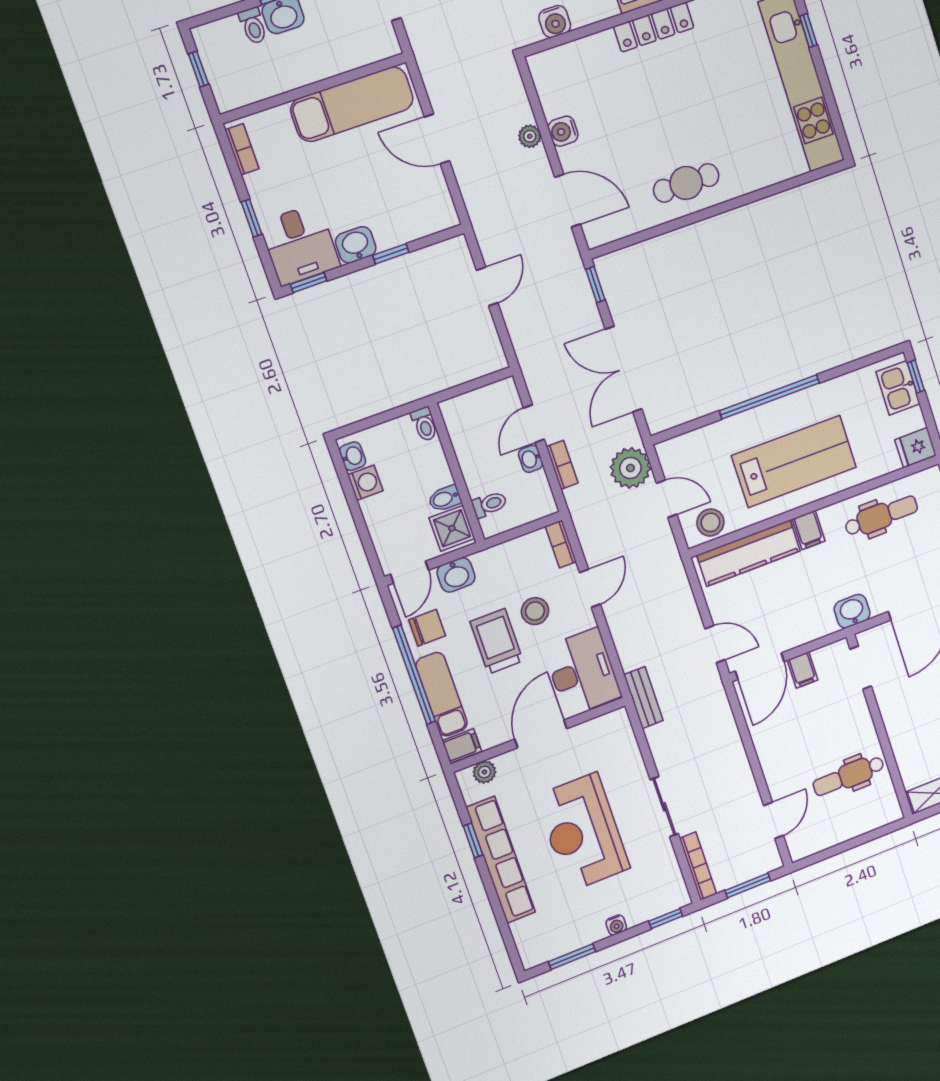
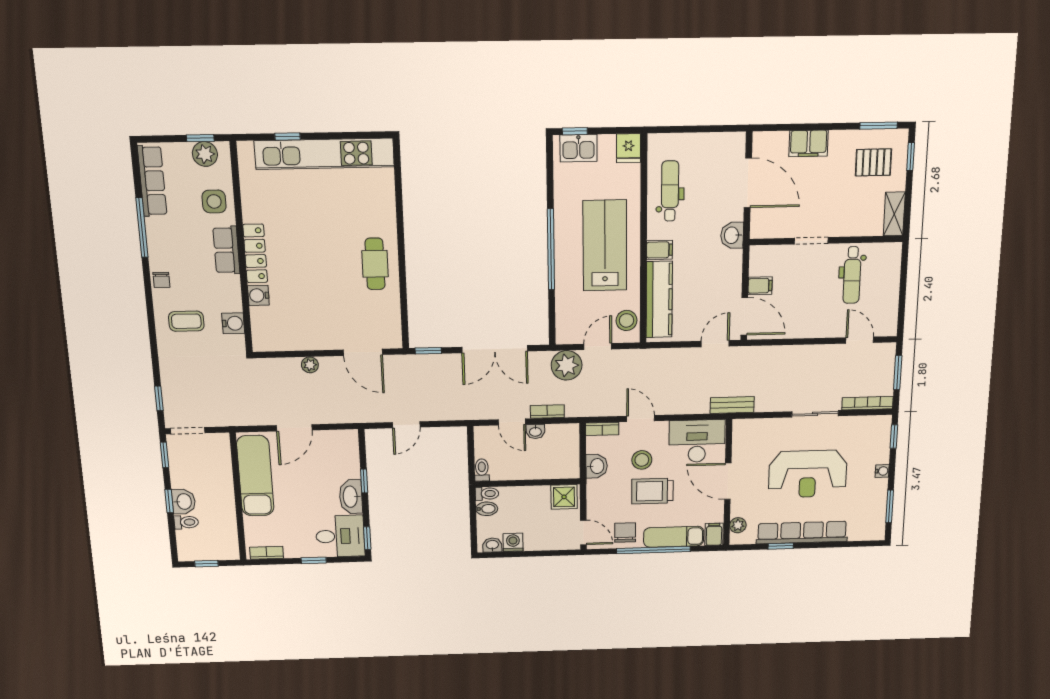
water cooler: (563, 131) -> (258, 295), moved, turned 90
door: (568, 201) -> (363, 352), swing flipped
washbasin: (356, 245) -> (351, 497), width x1.38
door: (487, 286) -> (406, 425), swing flipped
bidet: (445, 499) -> (487, 509), moved, turned -90
toilet: (489, 504) -> (482, 470), moved
washbasin: (456, 575) -> (597, 466), moved
doorway: (861, 668) -> (811, 241), moved

